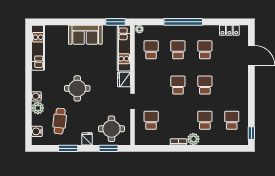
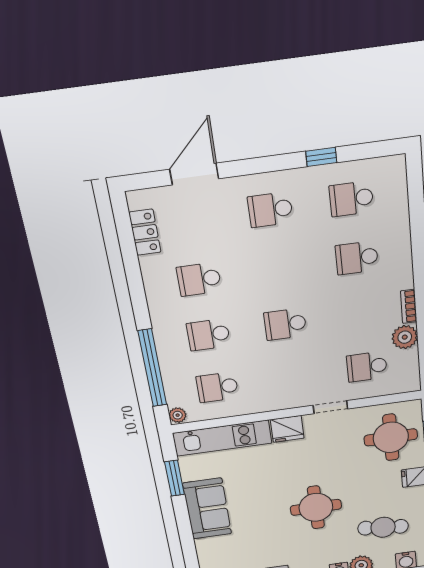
window: (115, 22) -> (175, 478), moved
window: (183, 22) -> (152, 368), moved
school desk: (205, 85) -> (270, 210), moved
window: (251, 133) -> (321, 157), moved
plant: (193, 139) -> (405, 337), moved

